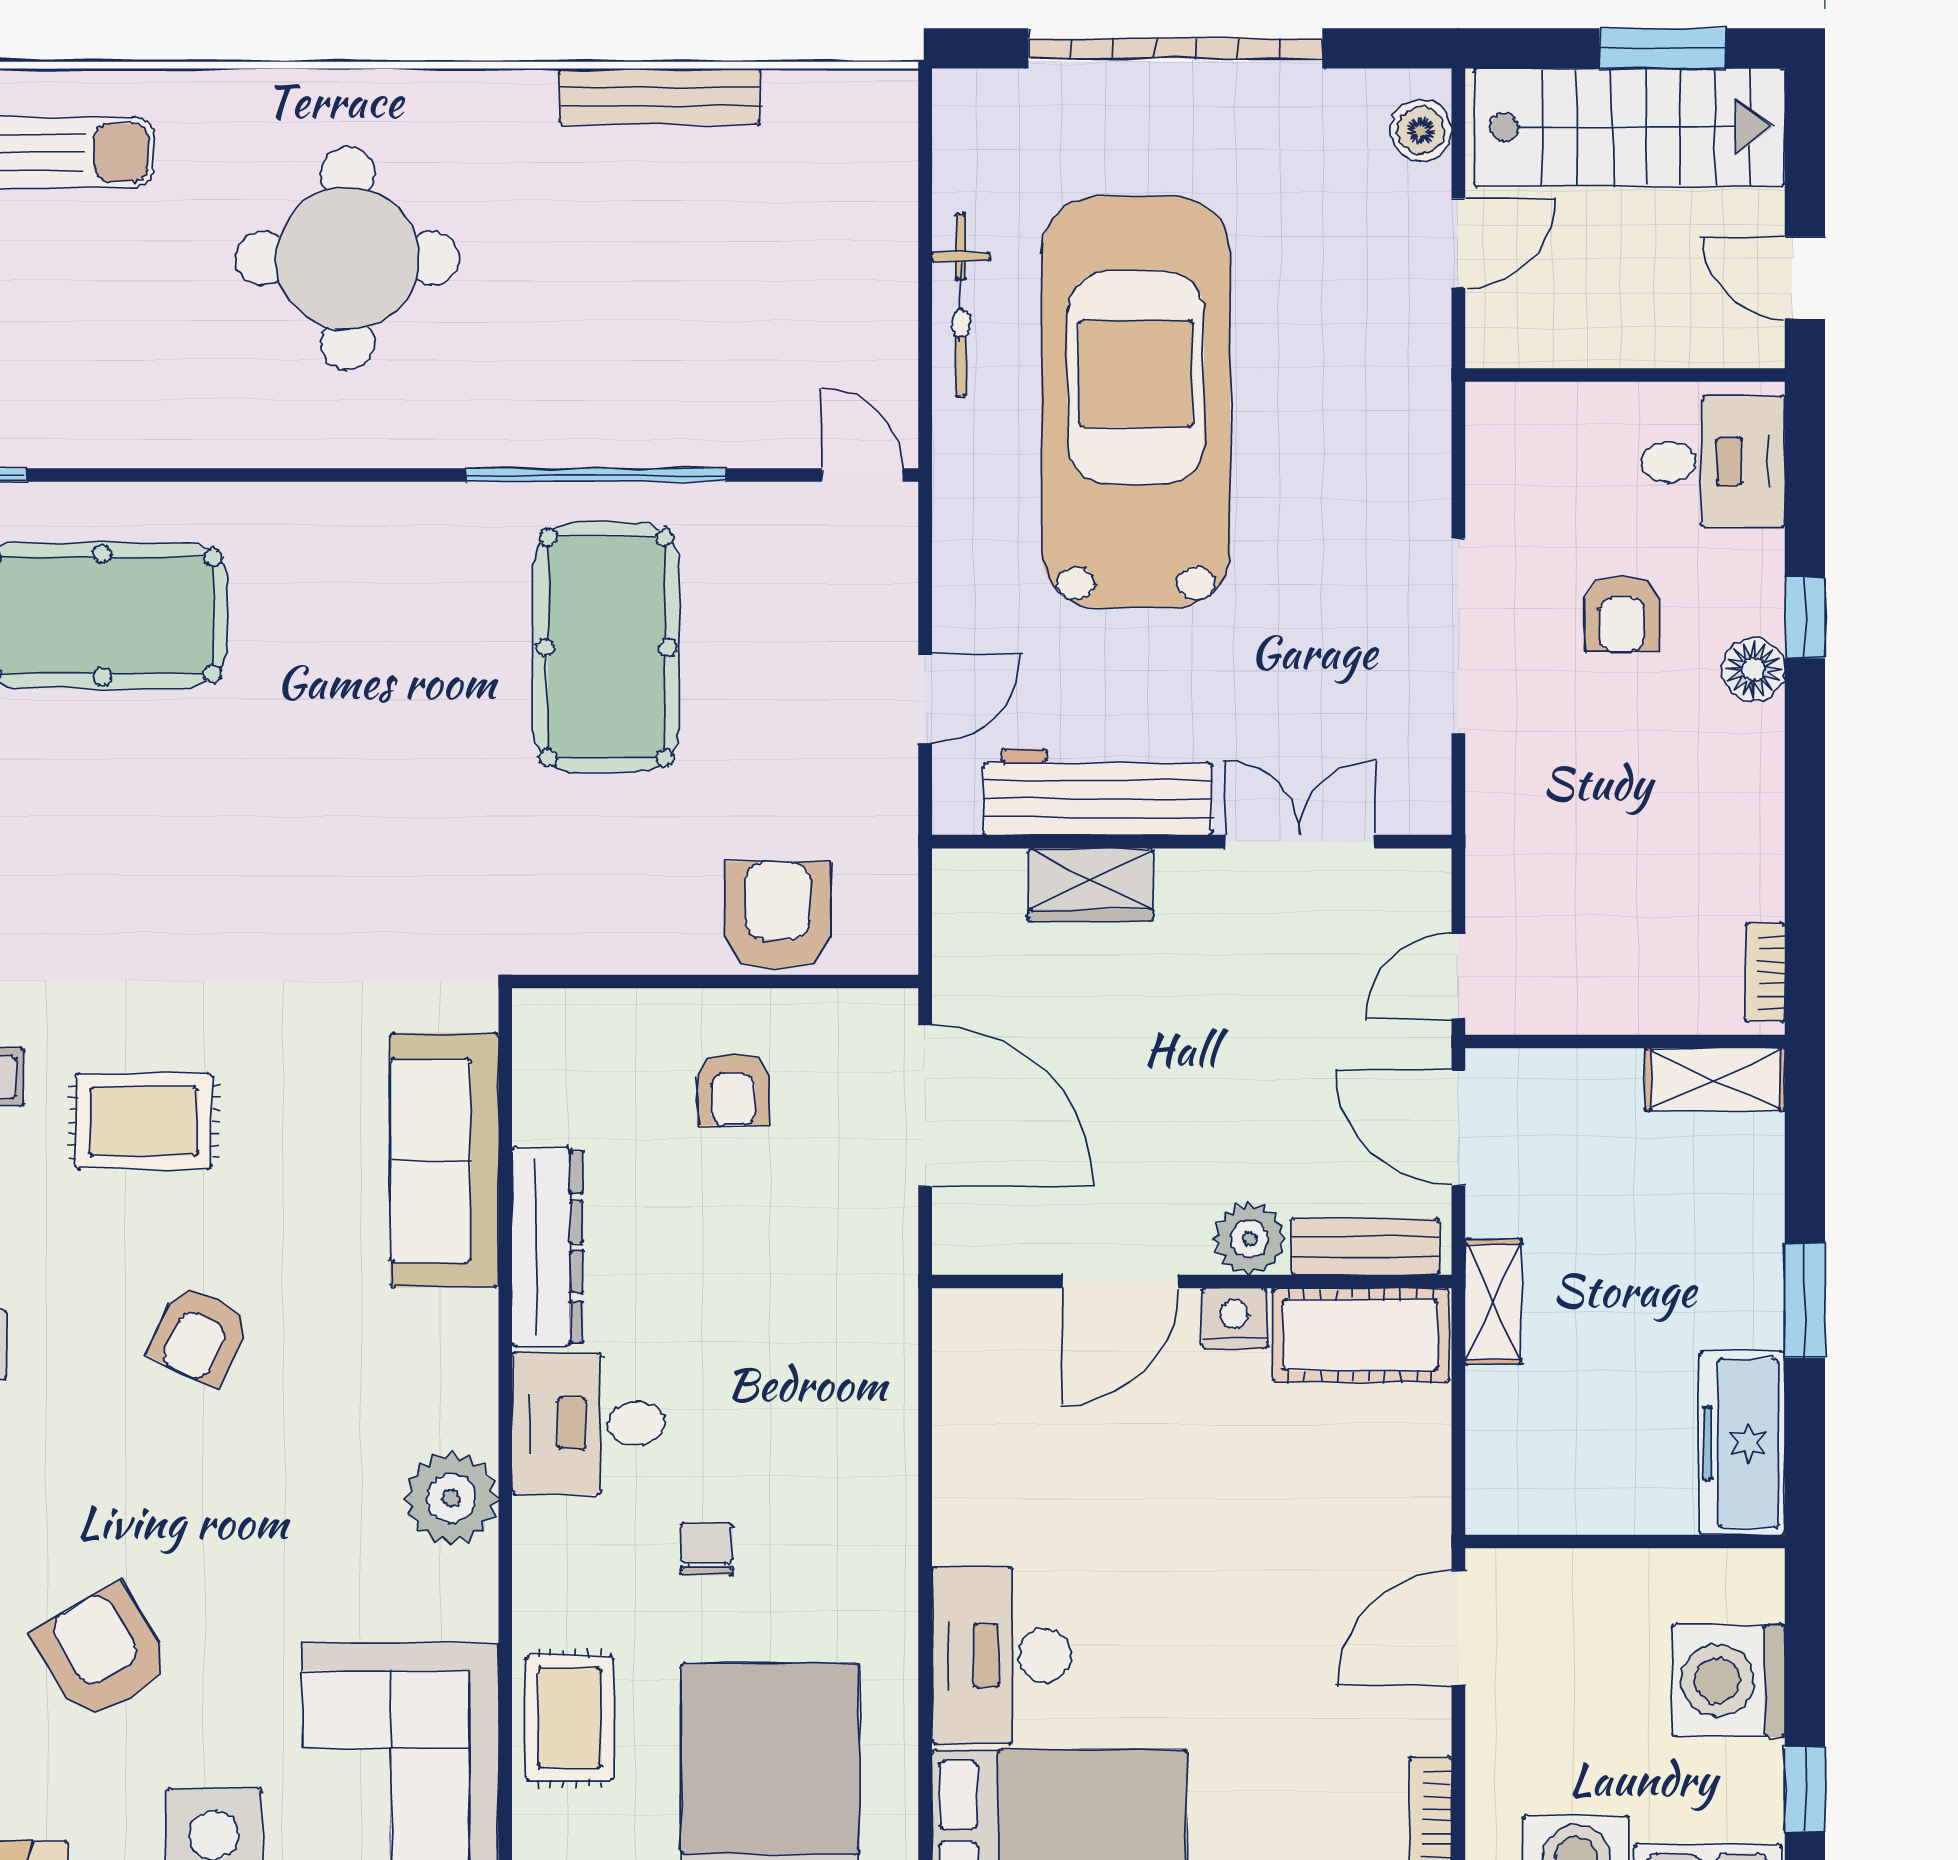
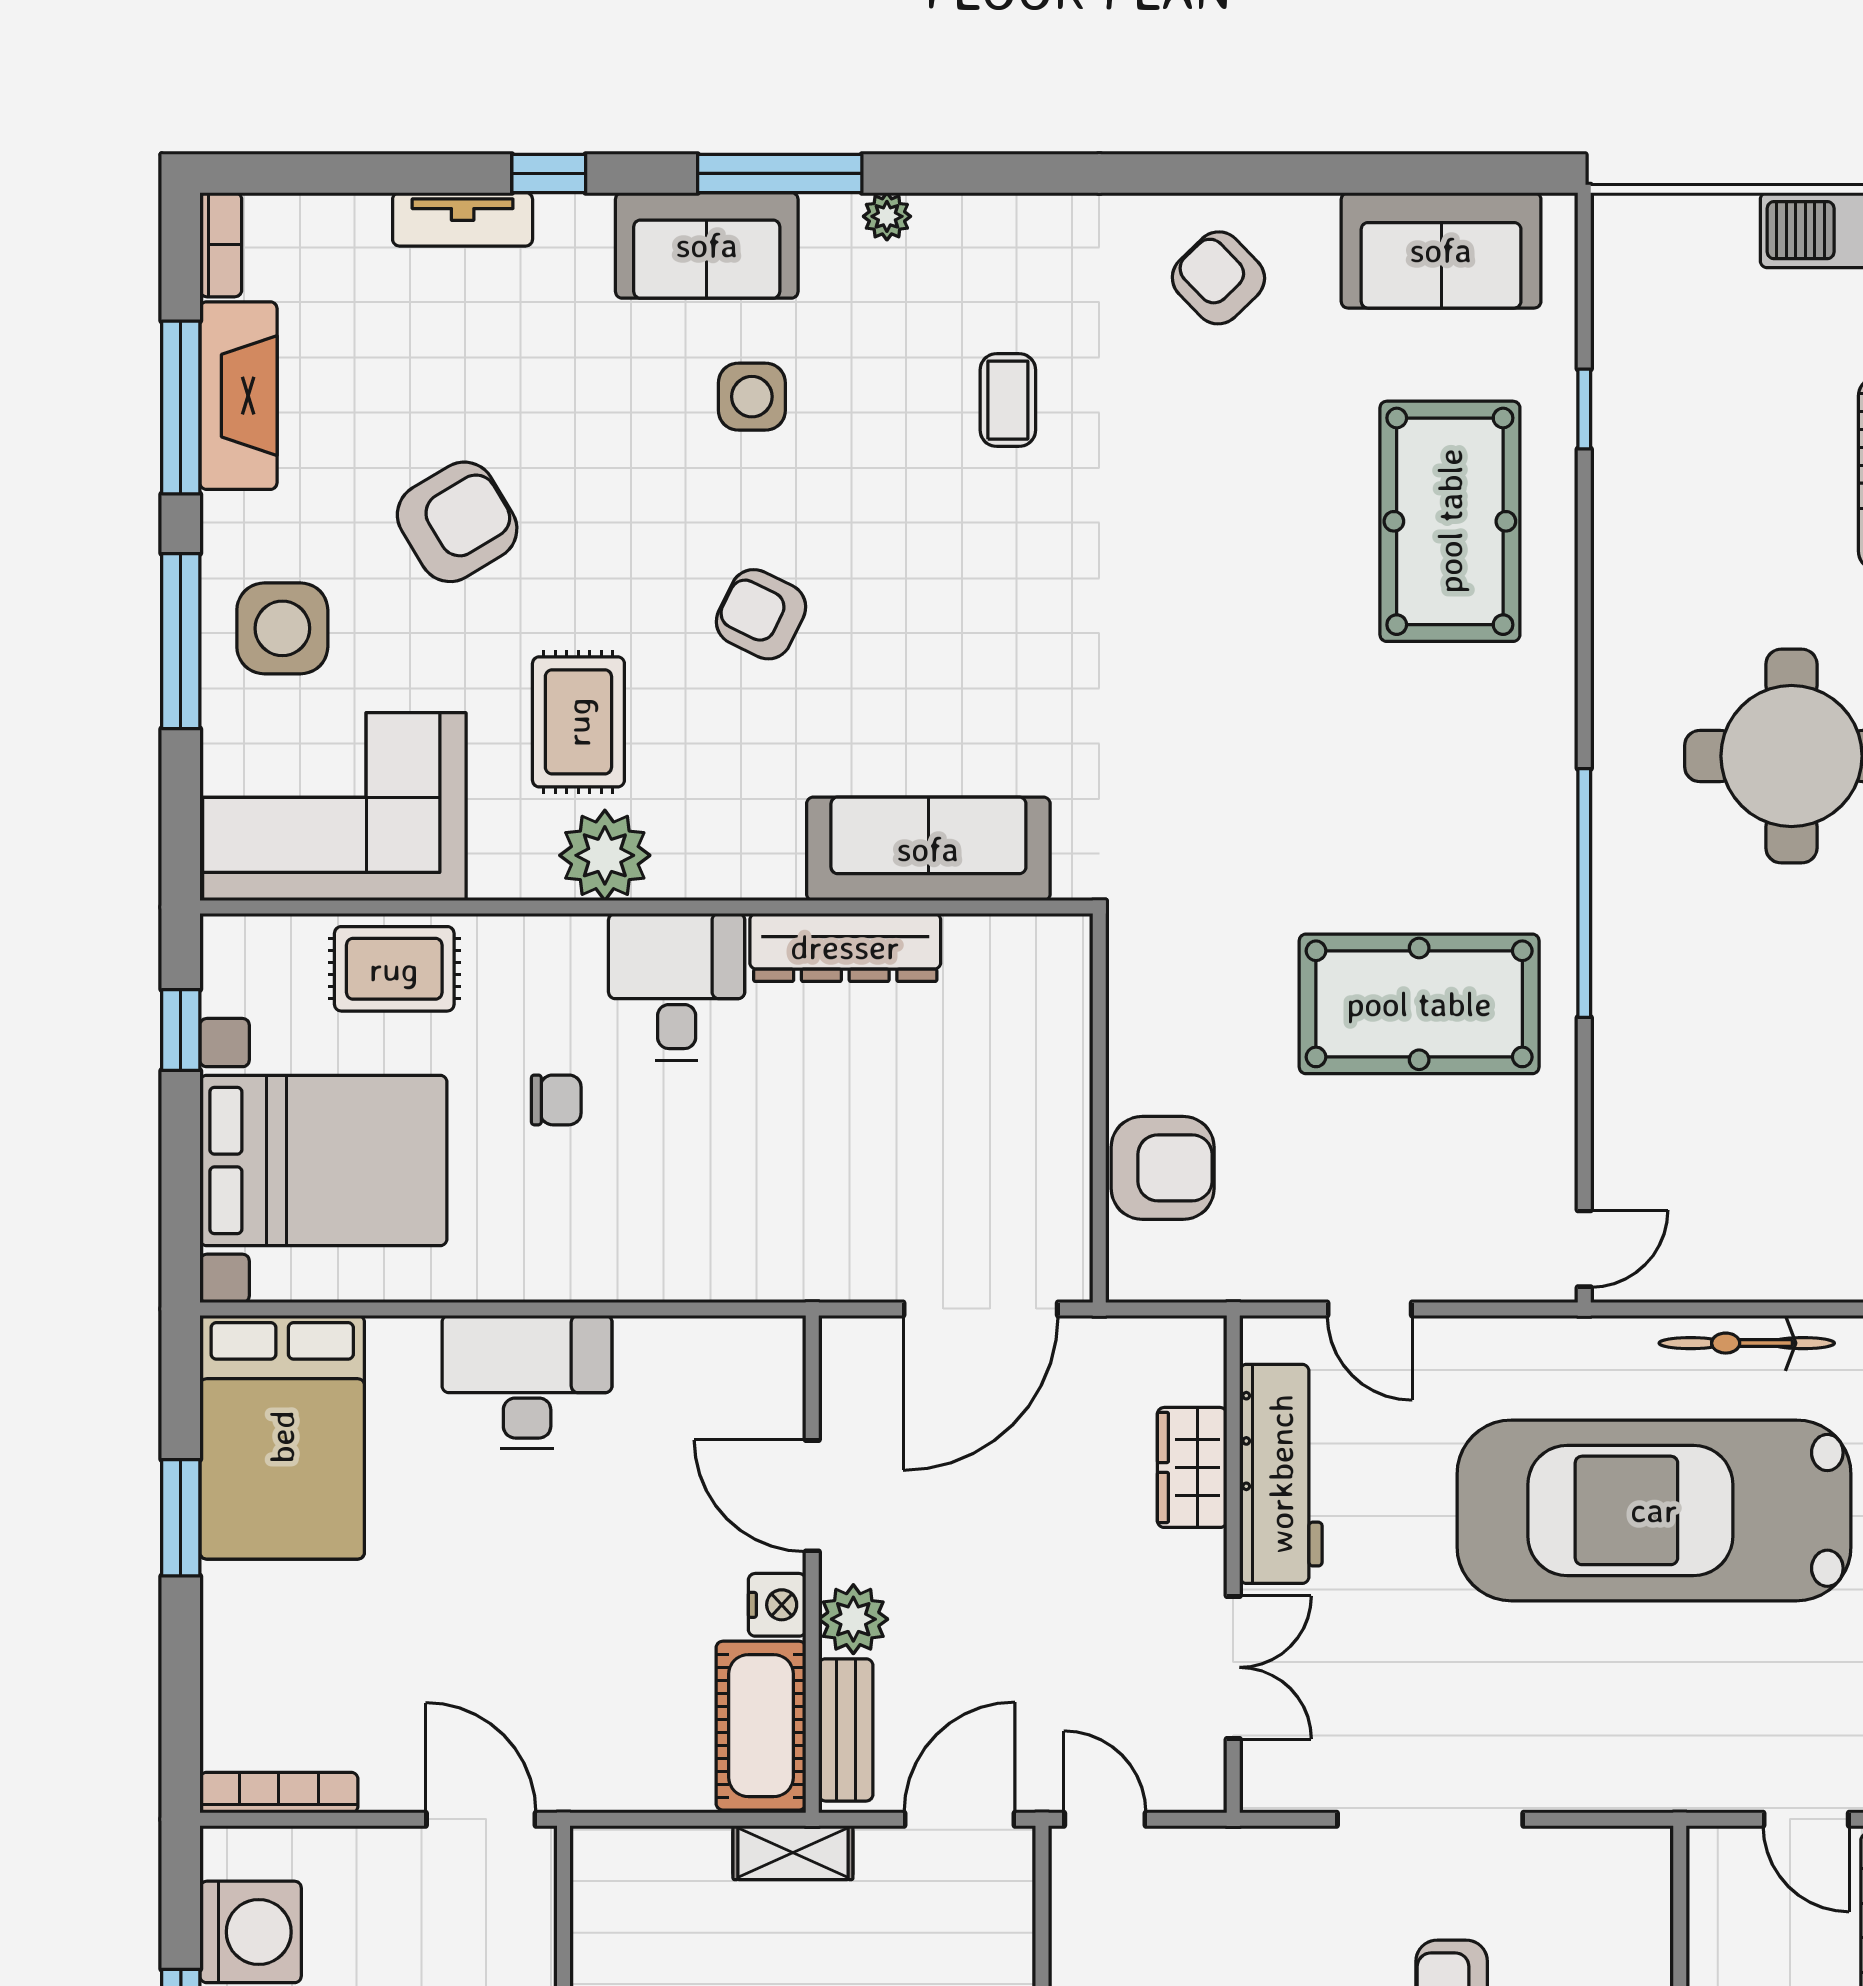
car: (1136, 402) -> (1654, 1510), turned 180
window: (596, 475) -> (1584, 893), moved
armchair: (733, 1089) -> (996, 1125), removed
rug: (144, 1121) -> (578, 722), moved
desk: (1001, 1655) -> (527, 1382), moved

